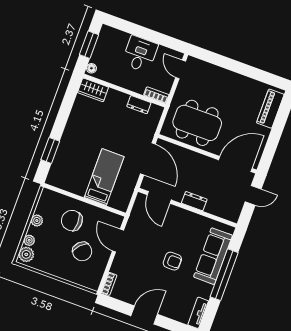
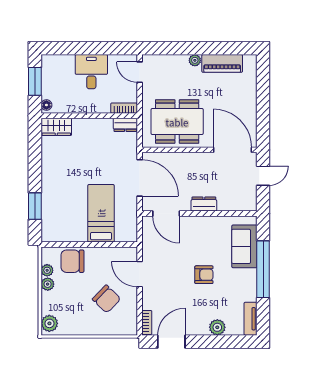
plant: (231, 76) -> (195, 60), added
dresser: (139, 105) -> (125, 125), moved
piano: (270, 109) -> (222, 63), moved, turned -90
door: (235, 164) -> (233, 150), hinge flipped
chair: (72, 221) -> (72, 261), moved
plant: (29, 240) -> (47, 270), moved
sofa: (213, 256) -> (244, 246), width x0.73
plant: (167, 310) -> (217, 327), added
door: (144, 315) -> (171, 342), moved

